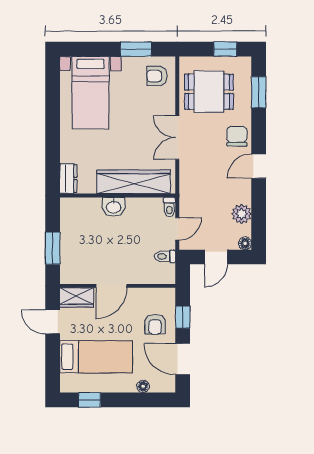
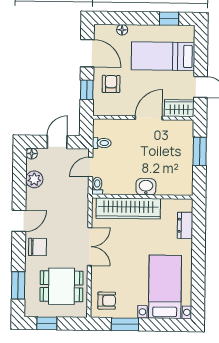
chair: (237, 136) -> (38, 247), turned -90
dresser: (68, 179) -> (185, 225), moved

